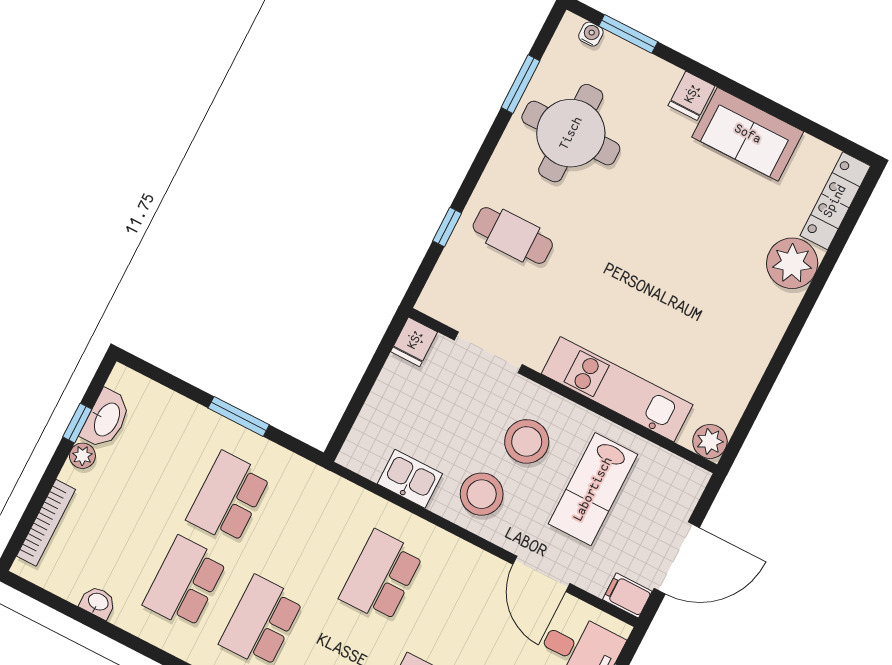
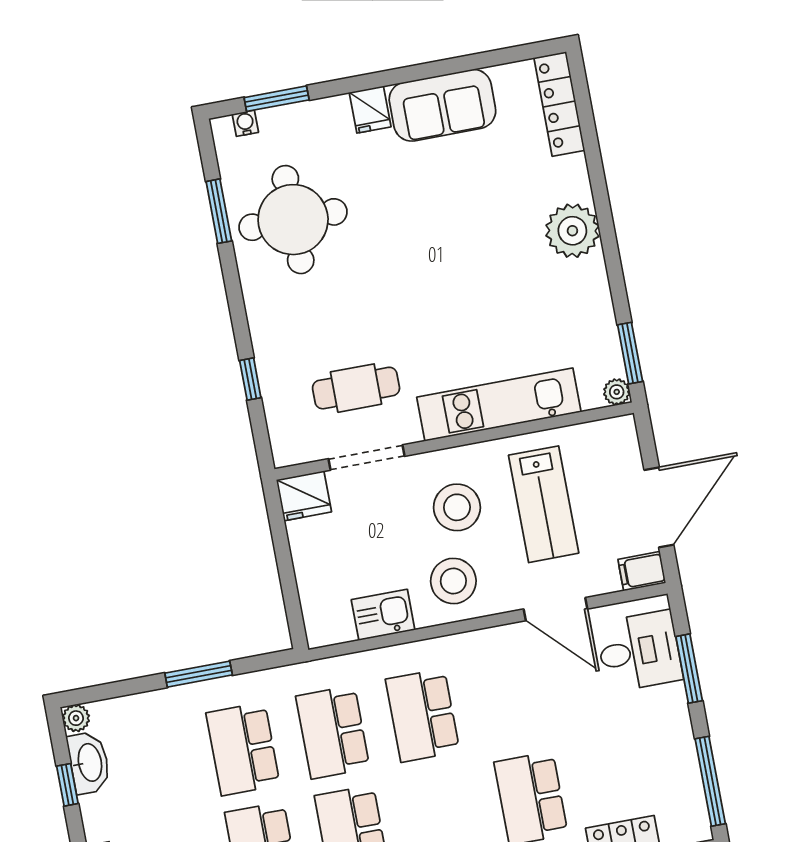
cafe table: (513, 236) -> (356, 388), moved
plant: (792, 263) -> (572, 231), moved
fridge: (414, 342) -> (304, 496), width x1.38
window: (744, 427) -> (630, 353), added
plant: (710, 441) -> (617, 392), width x0.73, depth x0.73
plant: (82, 456) -> (76, 718), moved
school desk: (305, 537) -> (333, 732), added

